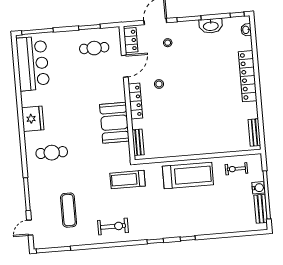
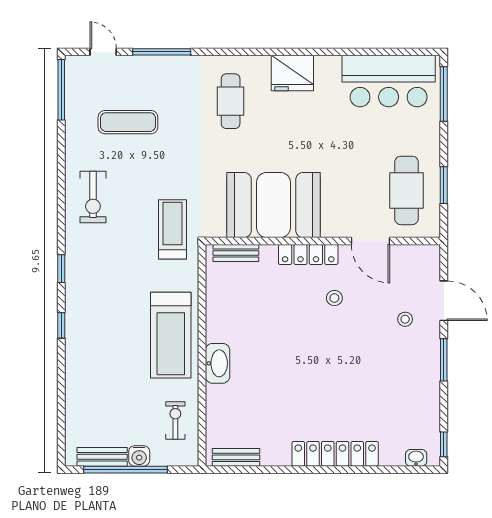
washbasin: (211, 26) -> (217, 363), moved, turned 180
locker: (131, 40) -> (415, 255), removed
cafe table: (94, 48) -> (407, 190), width x1.37, depth x1.35
booth: (114, 123) -> (274, 205), width x1.36, depth x1.42

